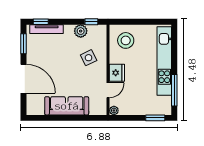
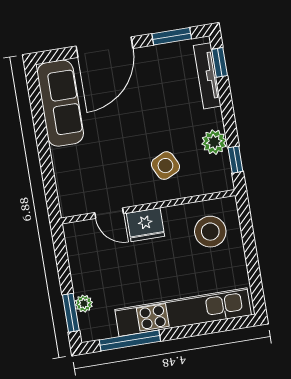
sofa: (67, 106) -> (60, 103), moved
plant: (114, 110) -> (84, 304), moved

